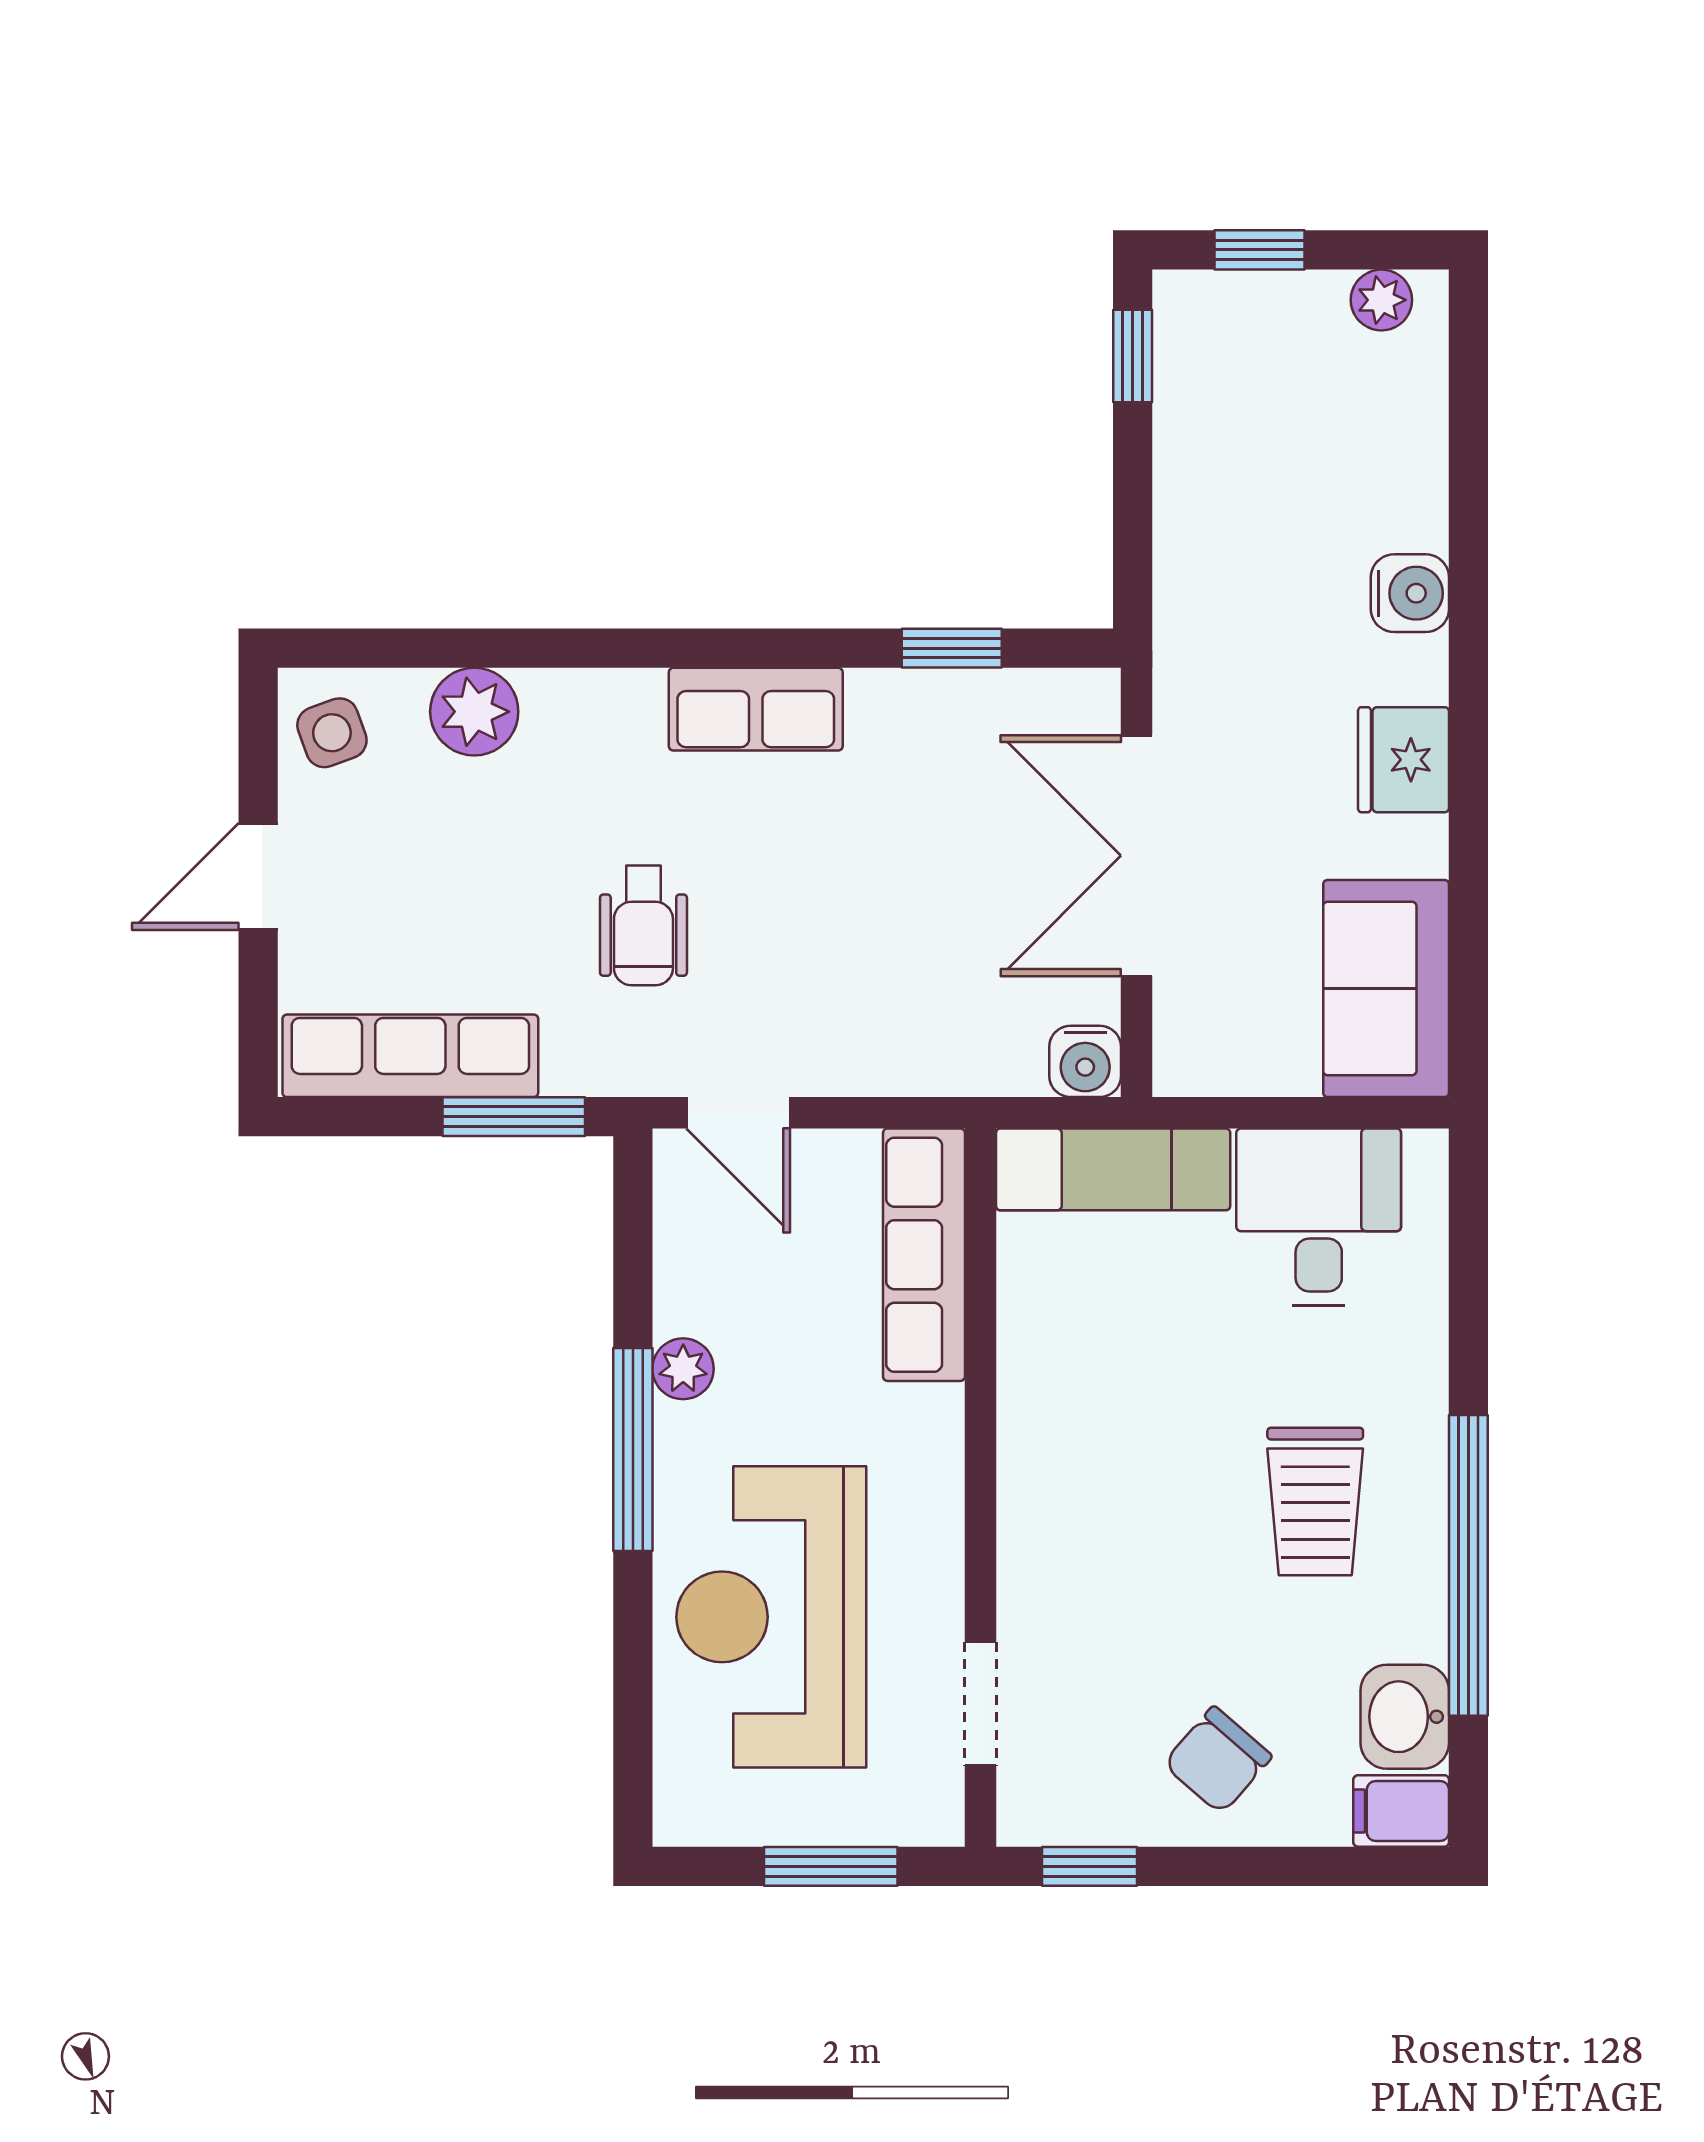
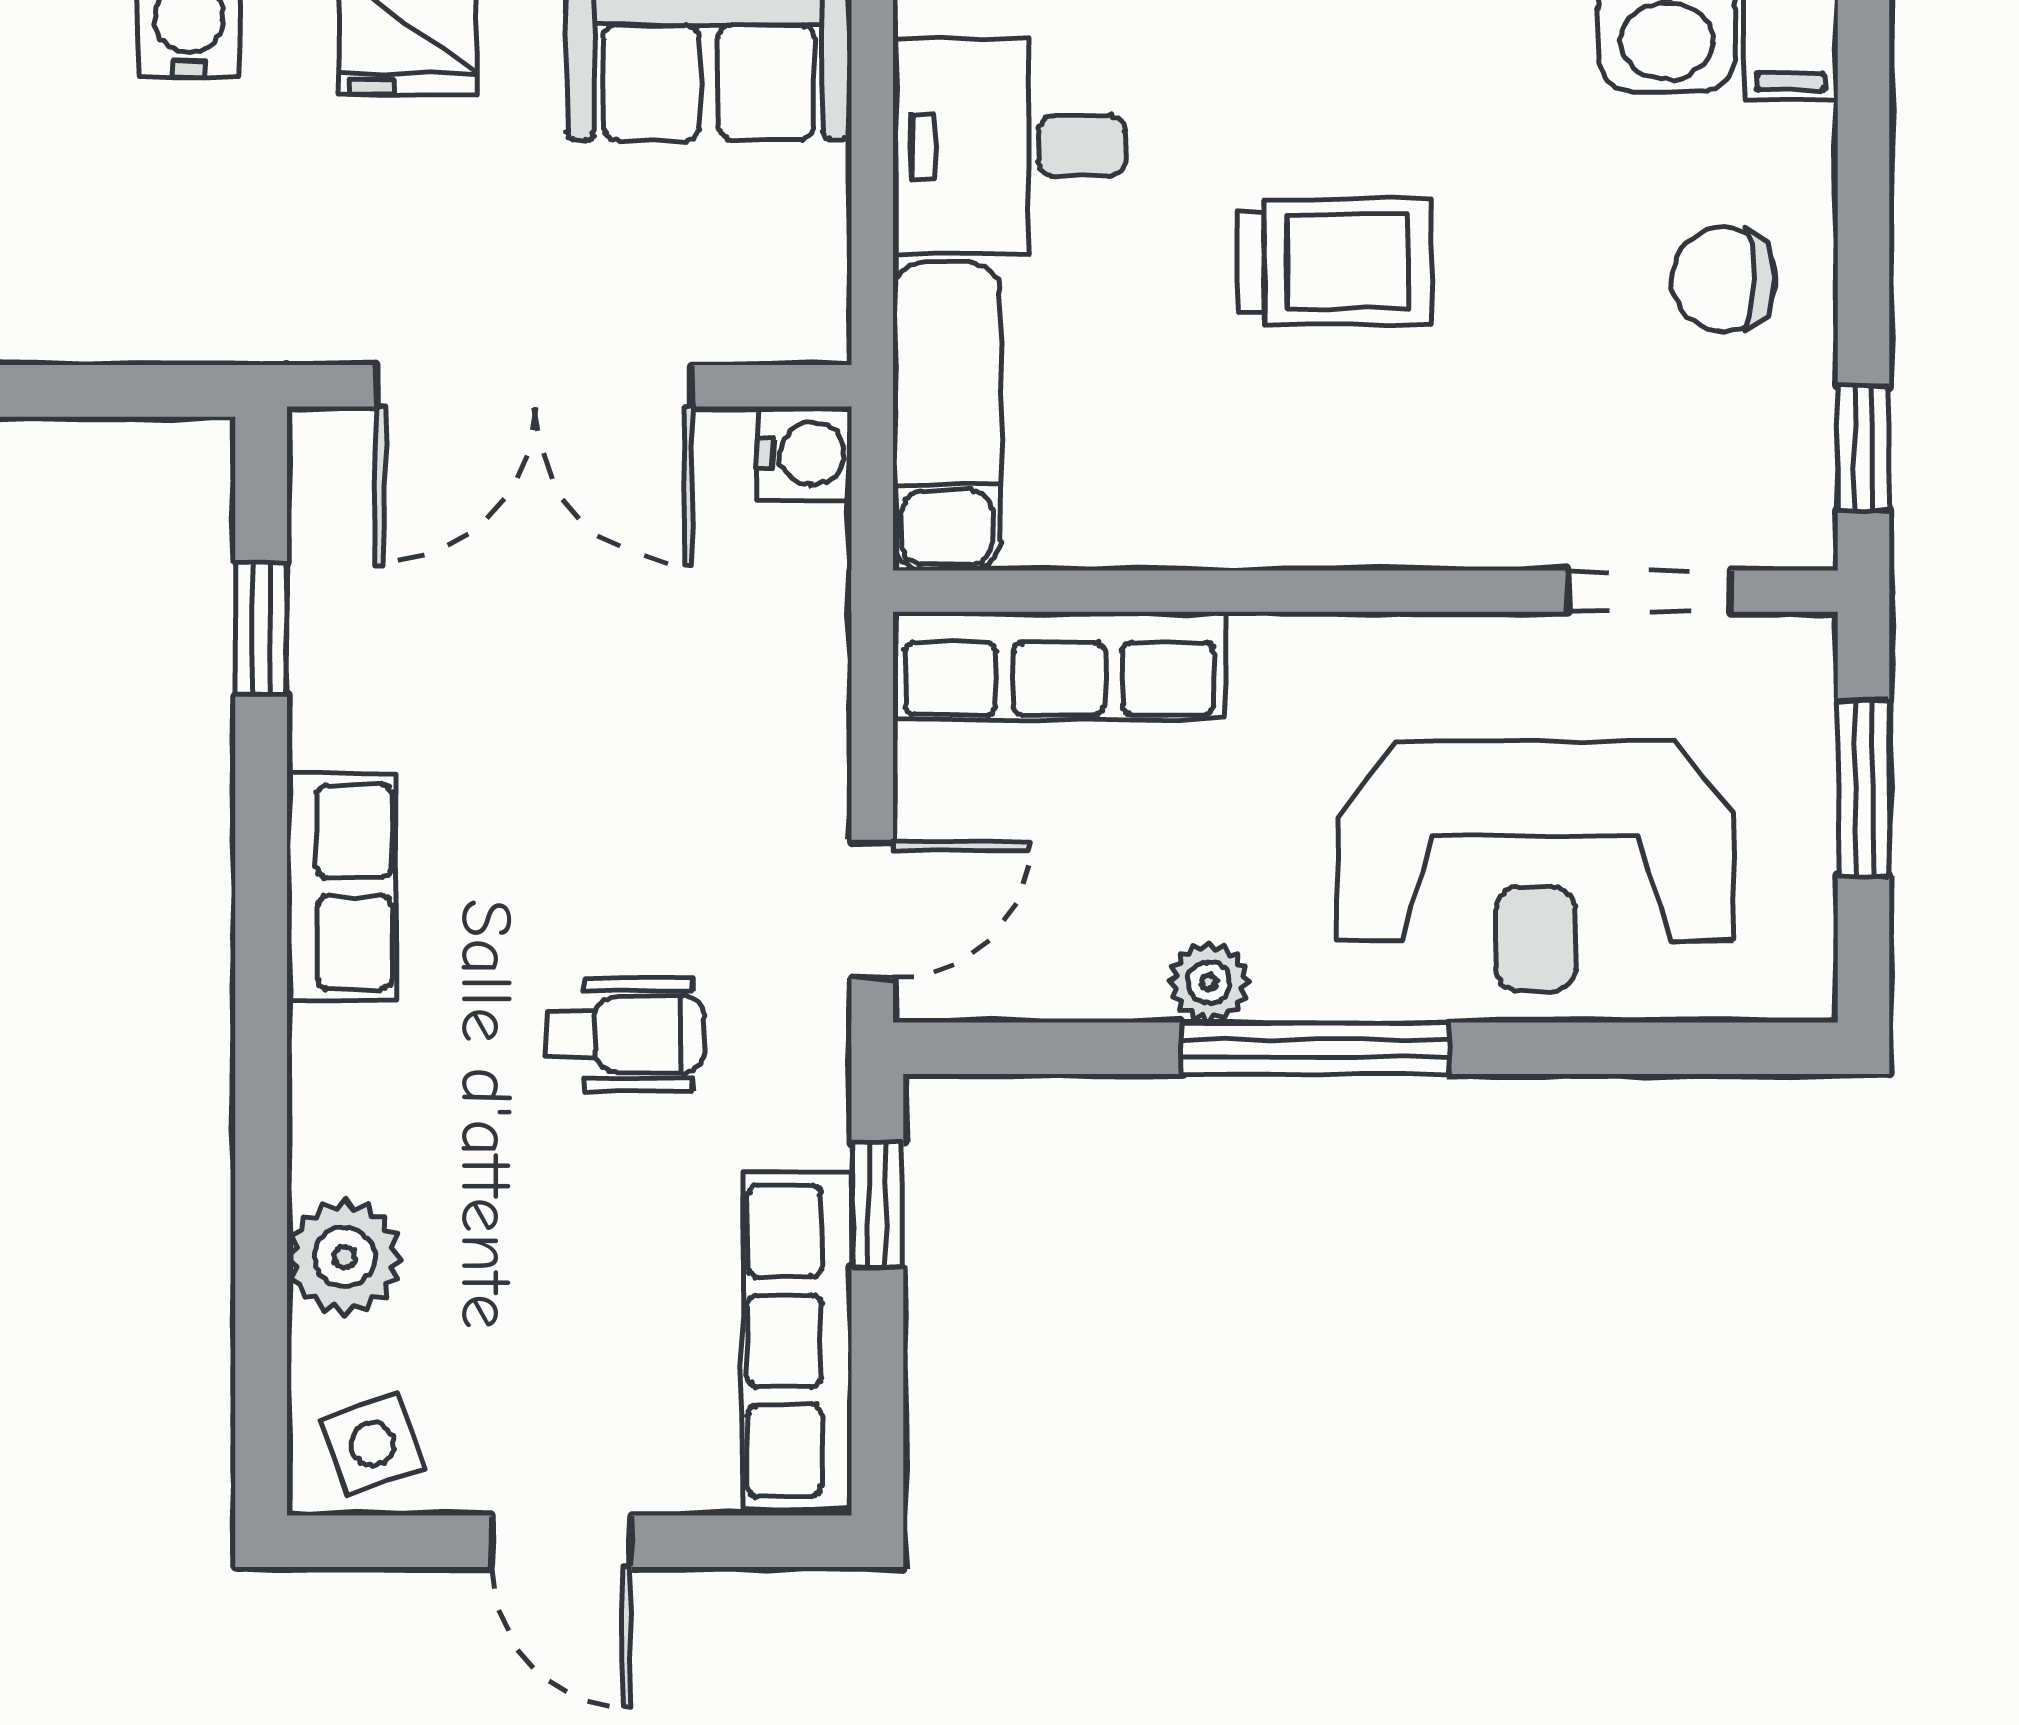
window: (514, 1117) -> (877, 1205), width x0.67
trolley: (1315, 1502) -> (1334, 262), moved
chair: (1218, 1760) -> (1724, 279), turned 139

